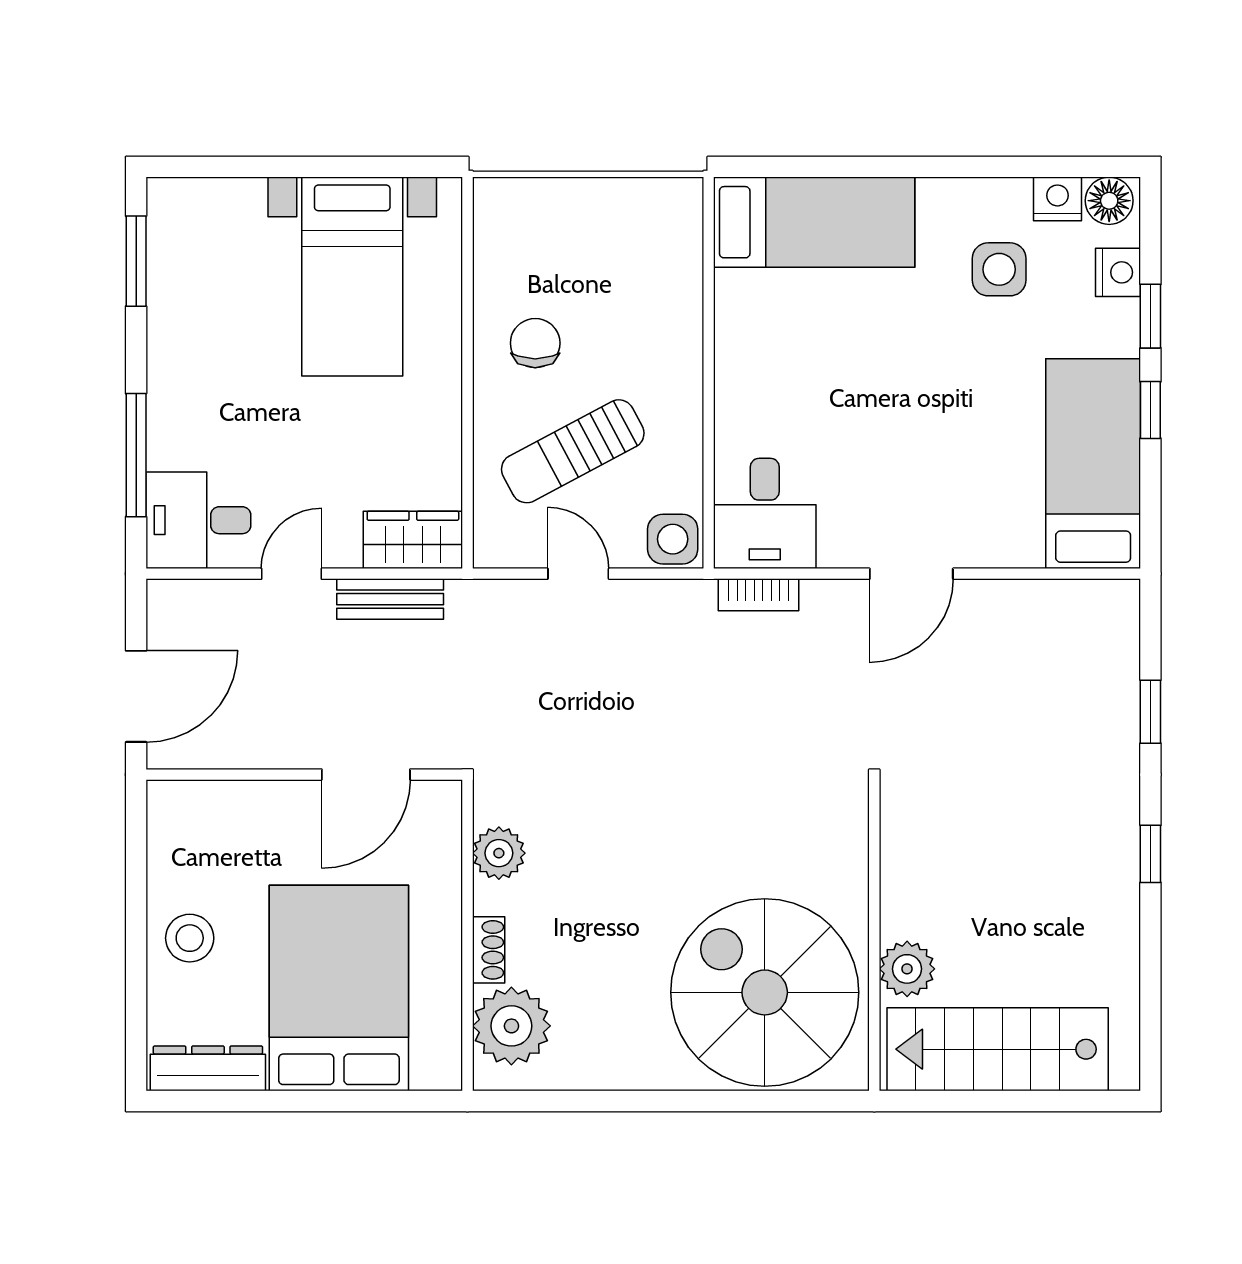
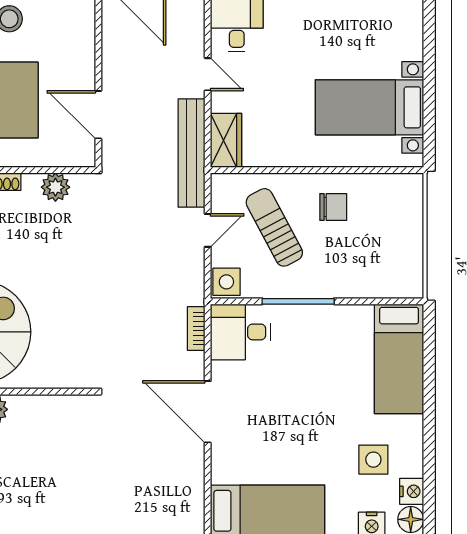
window: (709, 408) -> (298, 301), added
door: (911, 574) -> (208, 412), width x1.36
bench: (390, 599) -> (191, 153), width x1.86, depth x1.21

